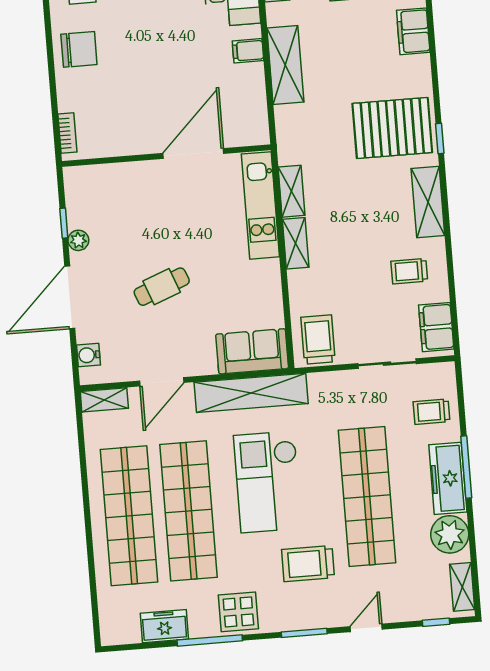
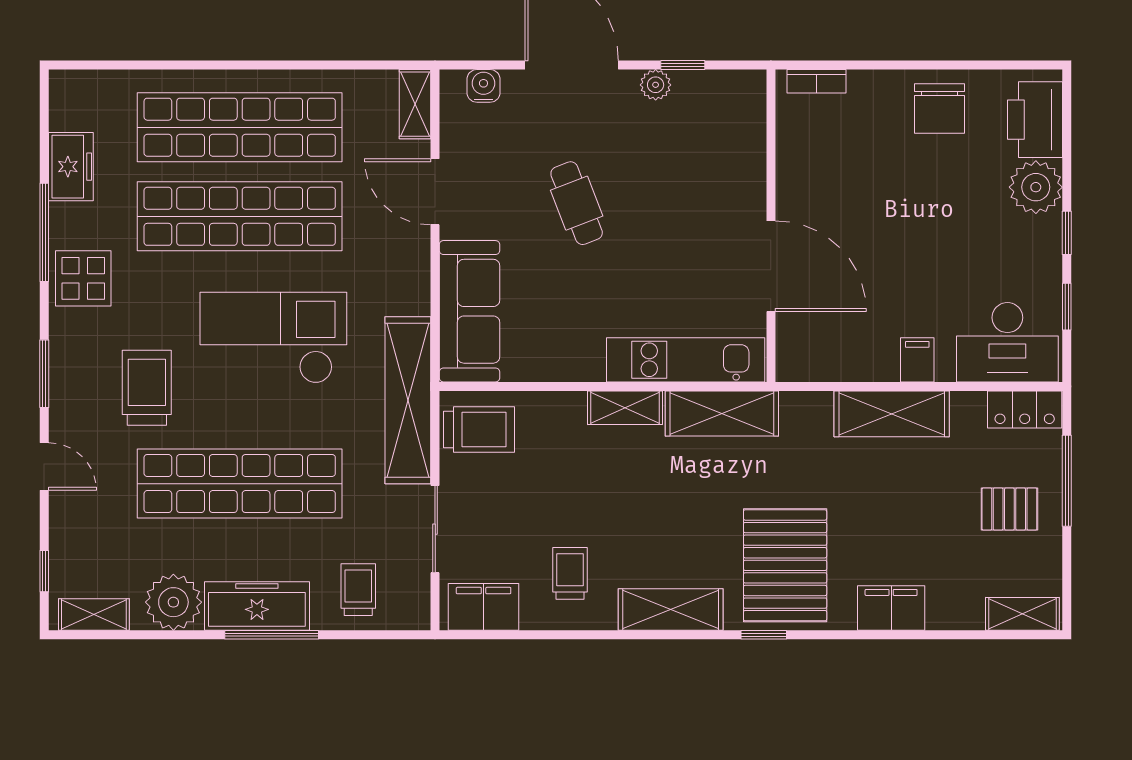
filing cabinet: (413, 31) -> (891, 608), moved
shelving: (291, 191) -> (722, 413), width x1.50, depth x1.33
sofa: (252, 351) -> (469, 311), width x1.36
shelving: (251, 393) -> (408, 400), moved

